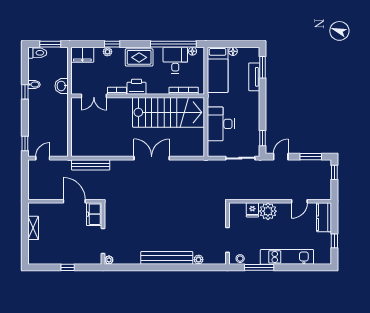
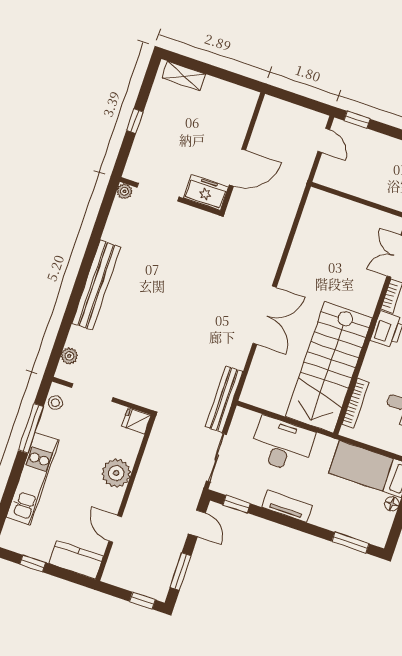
tv unit: (254, 77) -> (287, 506), moved
bench: (91, 165) -> (224, 399), moved
fridge: (252, 210) -> (136, 421), moved
shelving: (33, 228) -> (184, 76), moved
plant: (199, 260) -> (69, 356), moved

